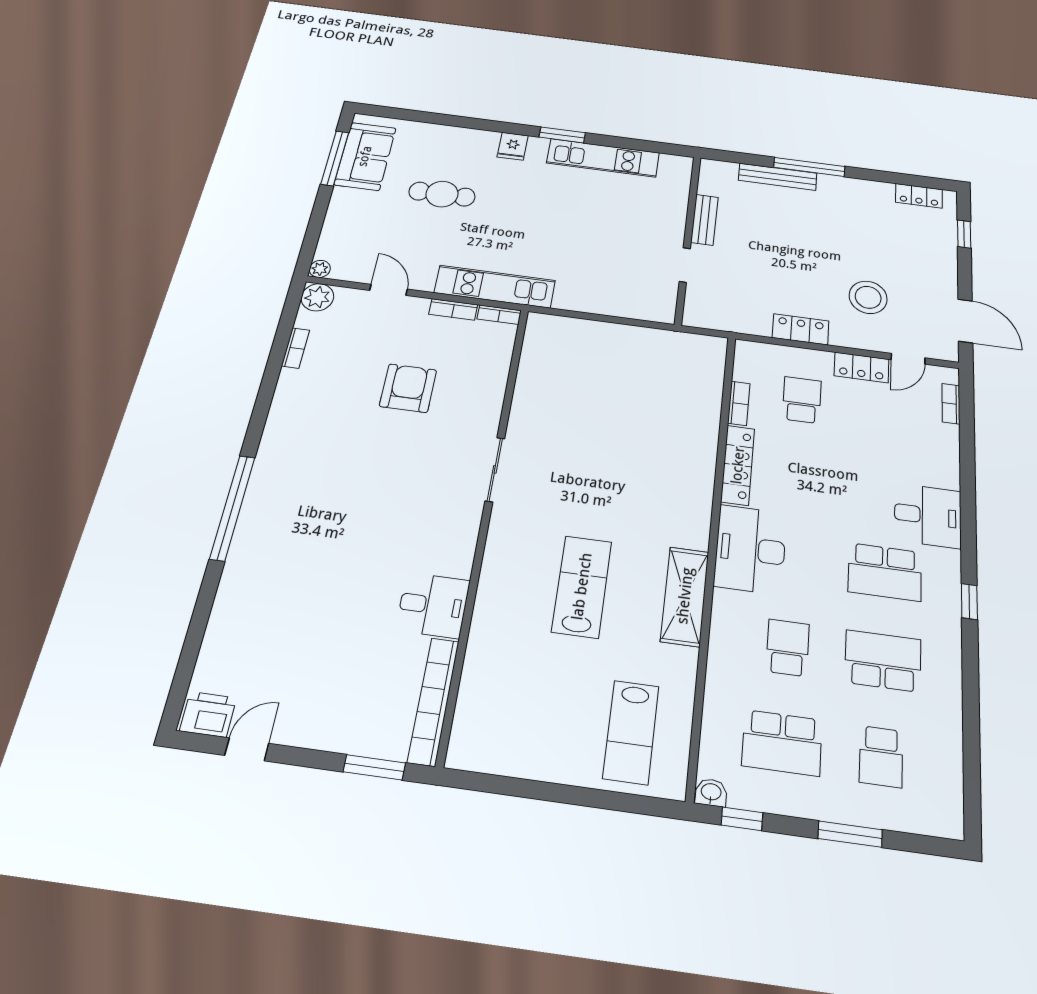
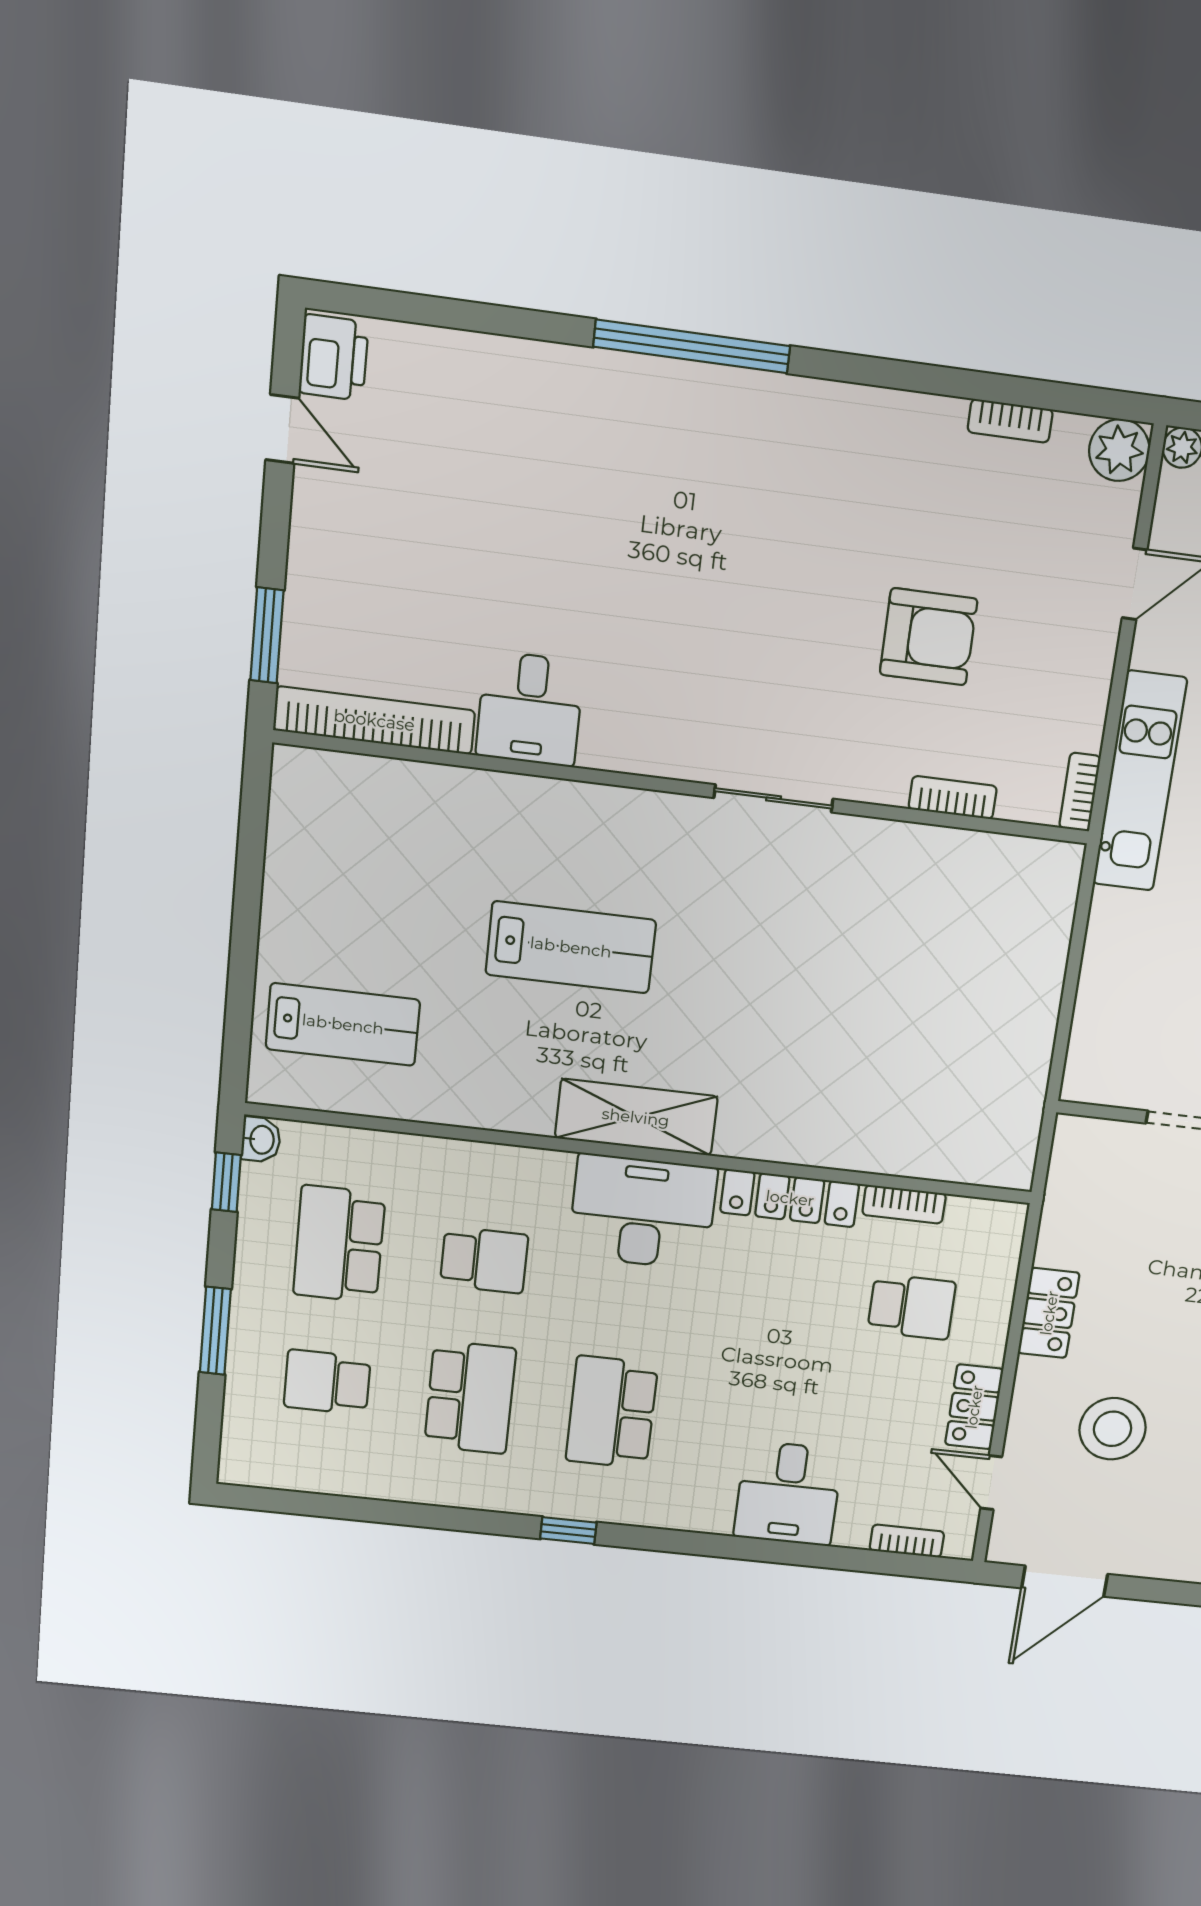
bookcase: (453, 309) -> (953, 798), moved, turned 90
desk: (928, 516) -> (788, 1493), moved
shelving: (685, 596) -> (636, 1117), moved
lab bench: (631, 732) -> (343, 1024), turned 180

